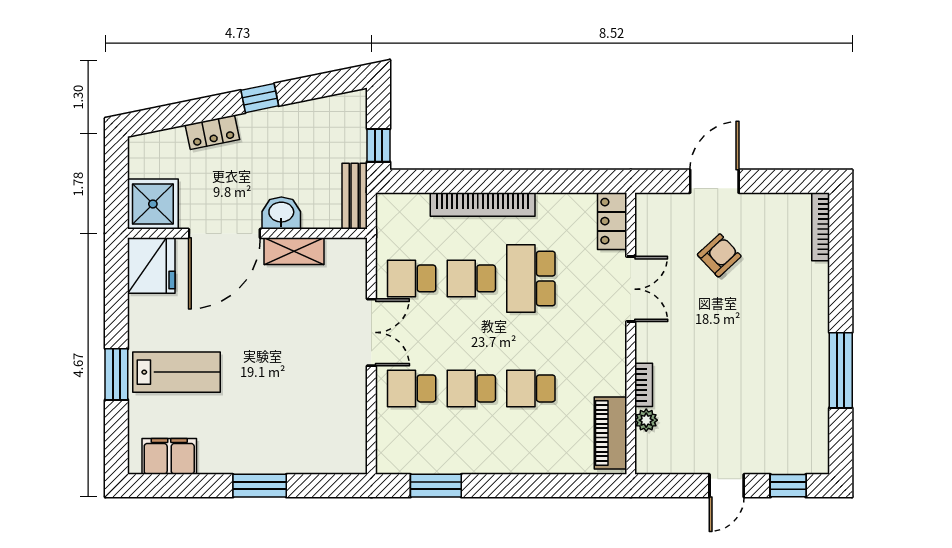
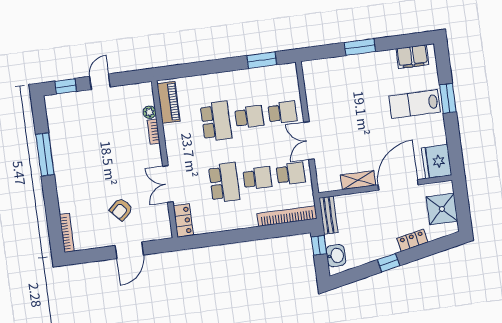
shower: (153, 204) -> (442, 209), moved
bookcase: (483, 204) -> (287, 216), moved
washbasin: (281, 213) -> (336, 256), moved, turned -90
school desk: (531, 388) -> (216, 121), width x1.85

